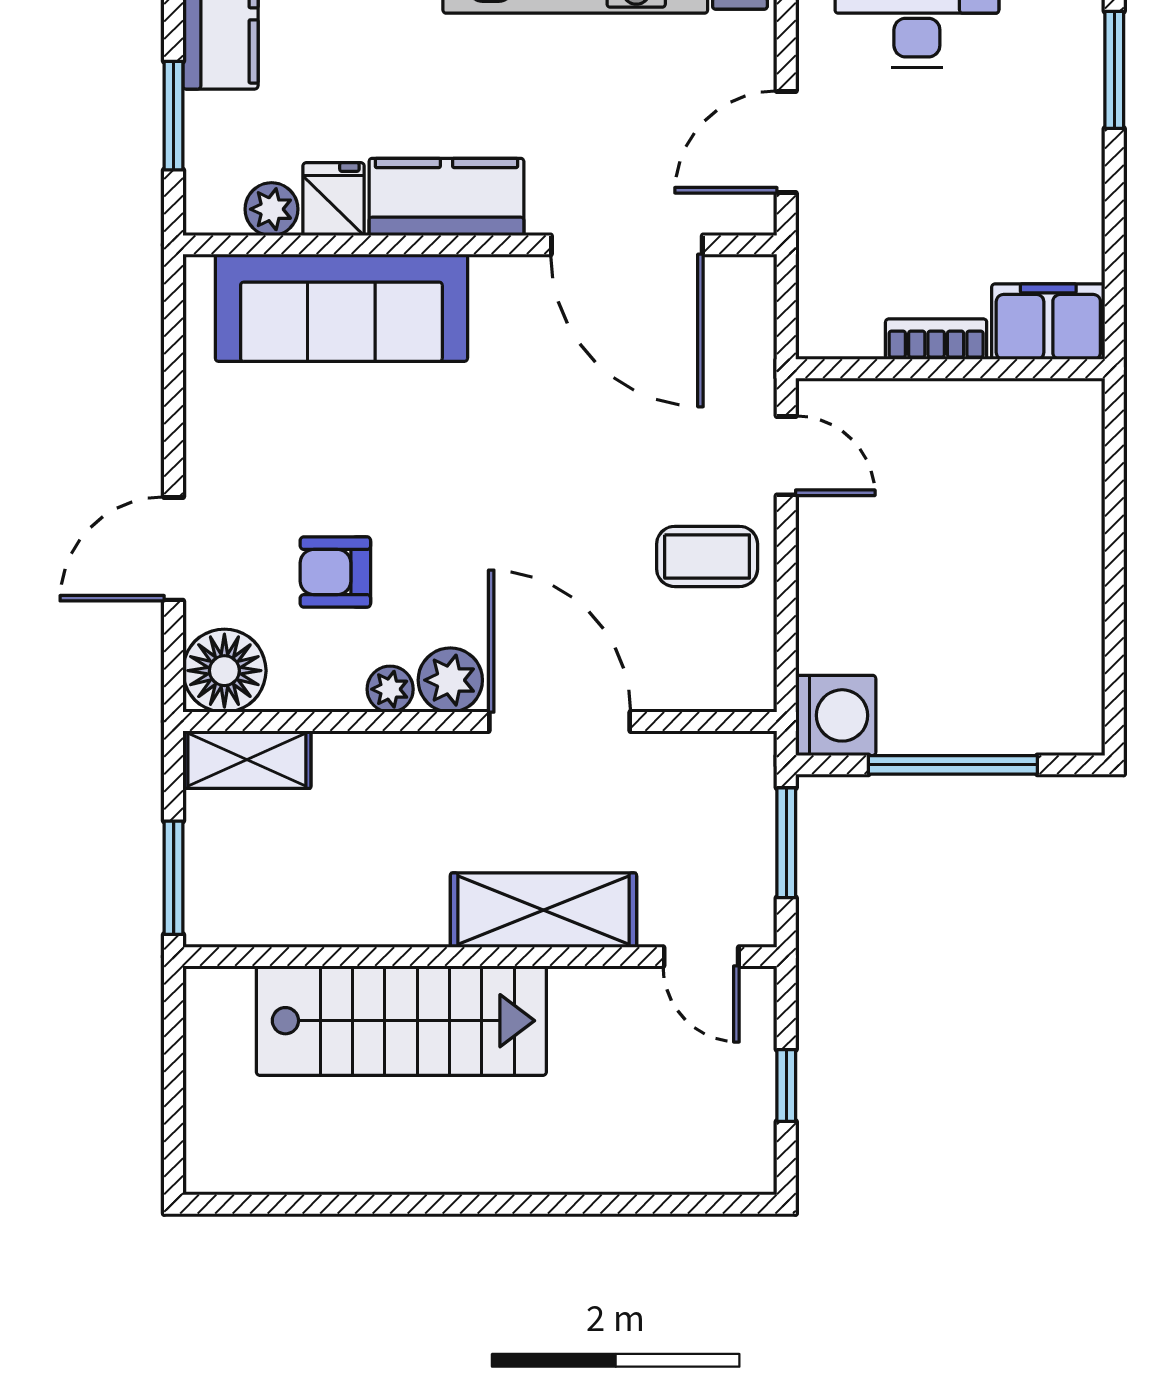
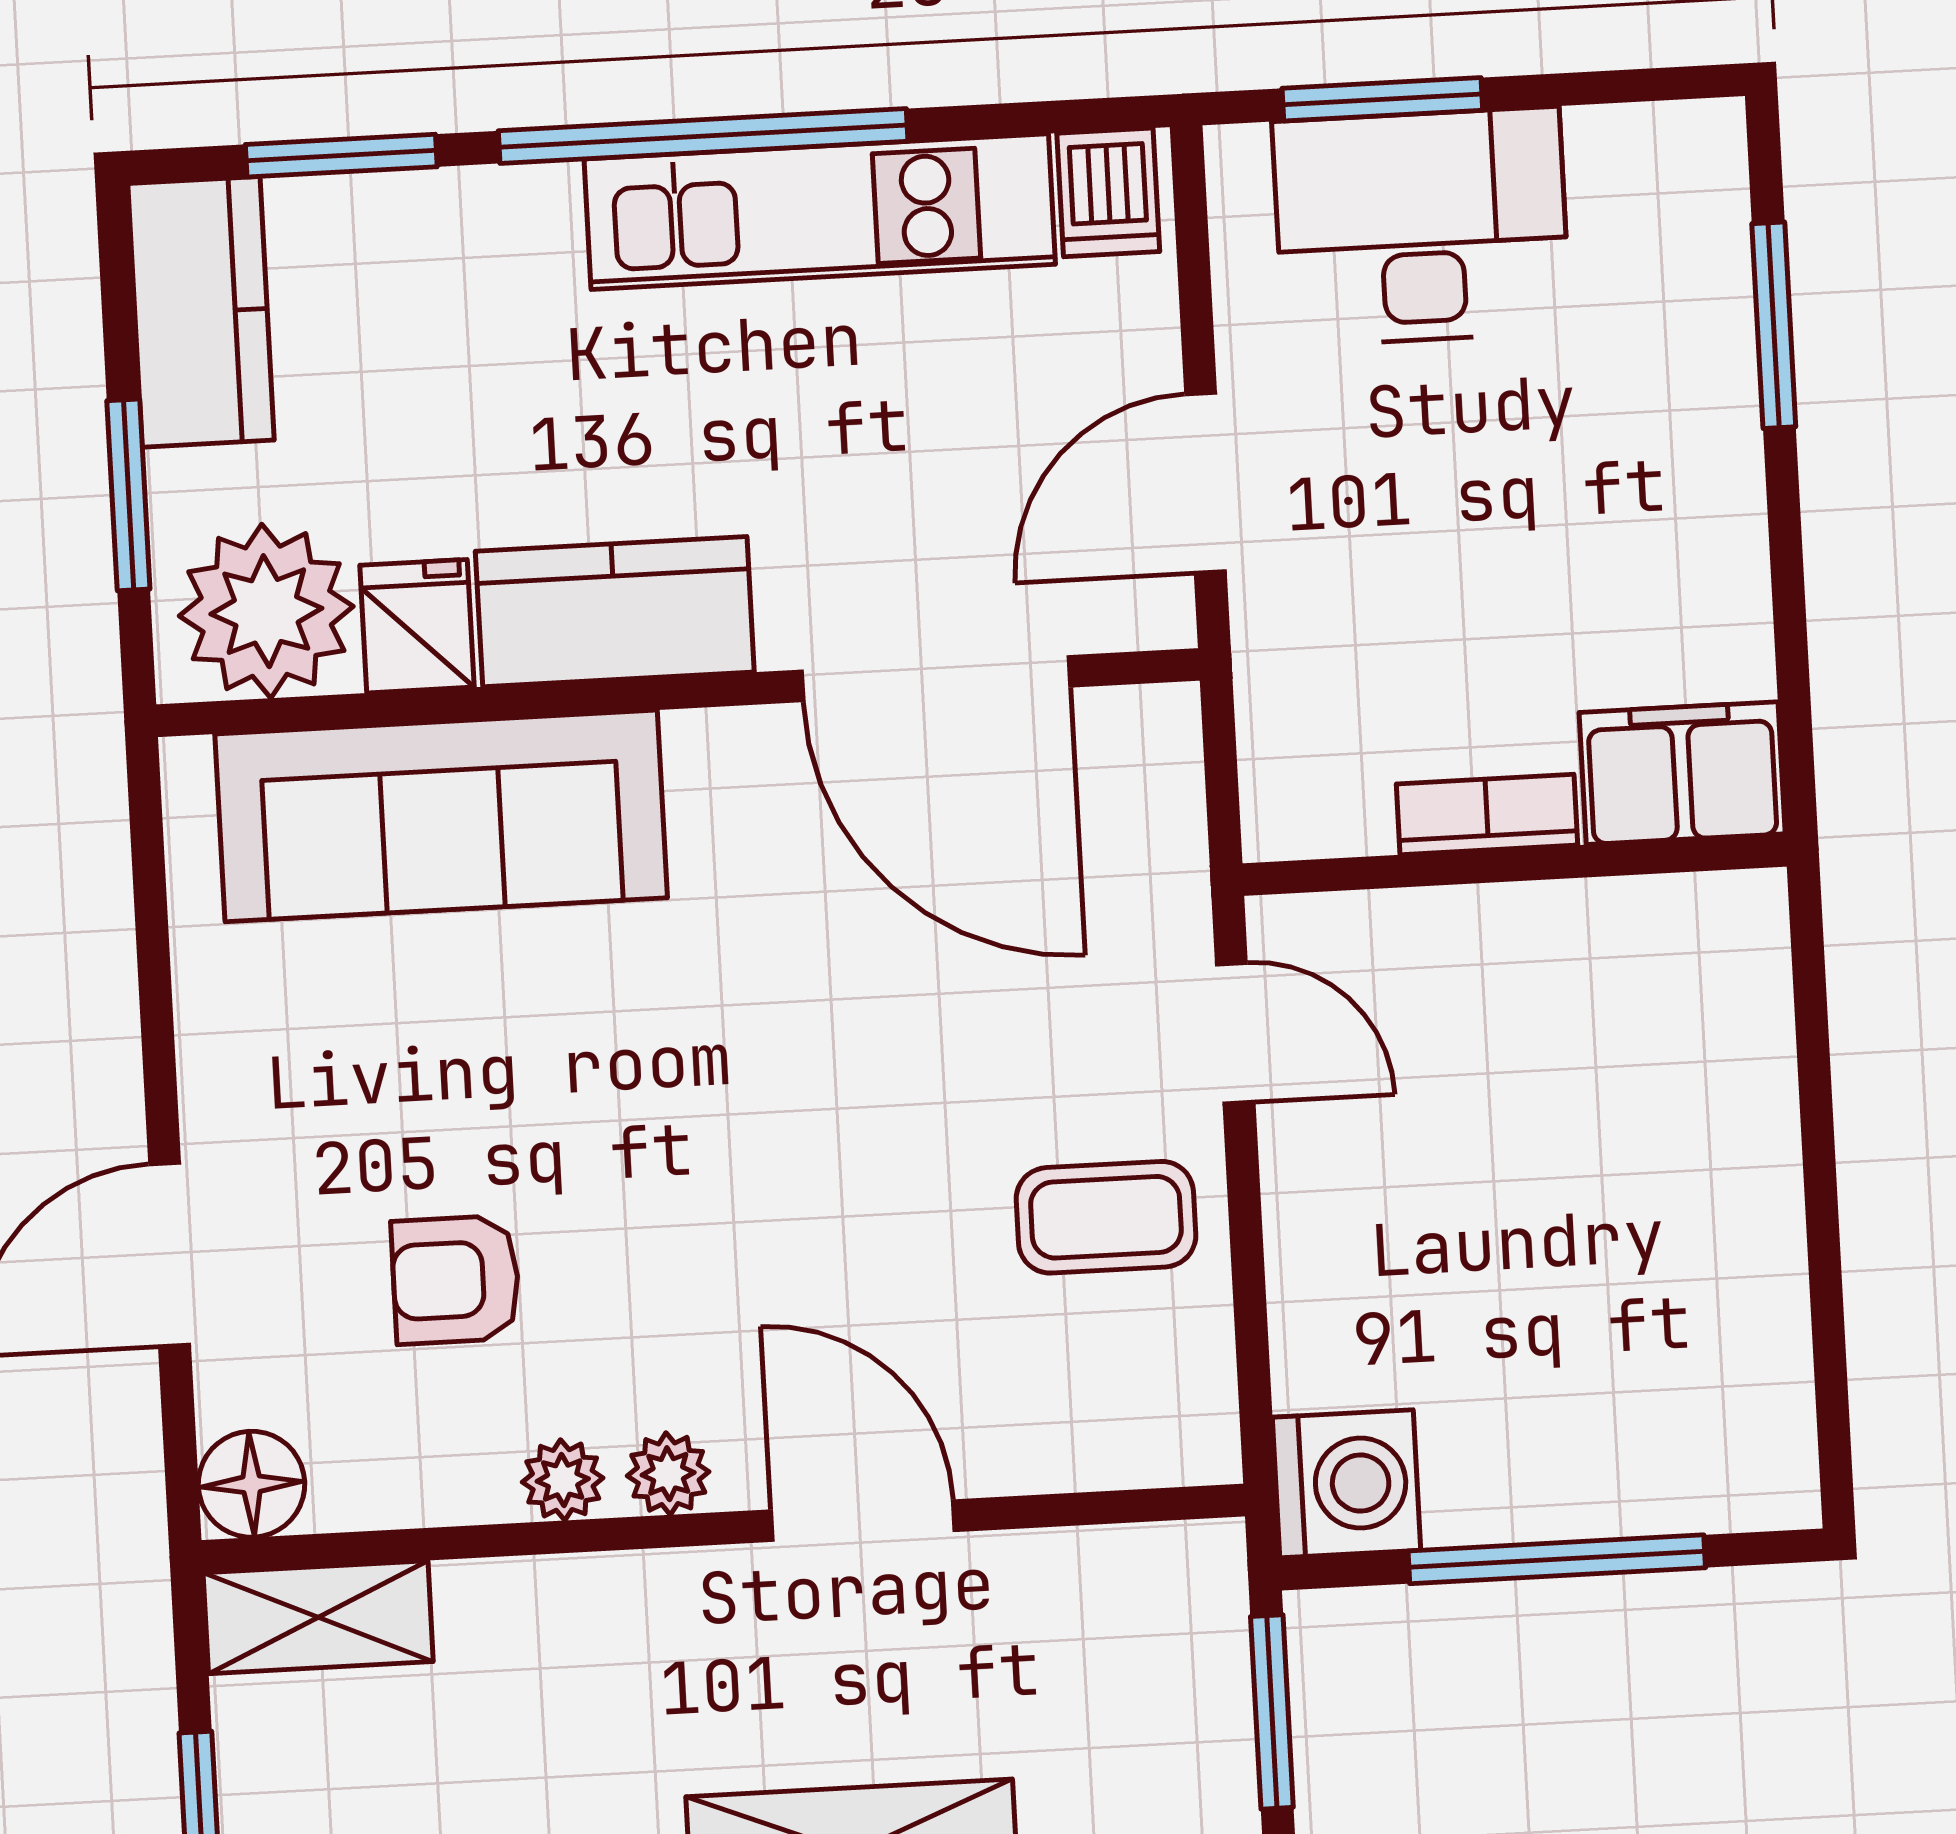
plant: (272, 209) -> (266, 611), width x1.87, depth x1.87
floor lamp: (224, 671) -> (252, 1484), width x0.73, depth x0.73
plant: (450, 680) -> (668, 1474), width x0.73, depth x0.73
door: (559, 722) -> (863, 1521), width x0.73

